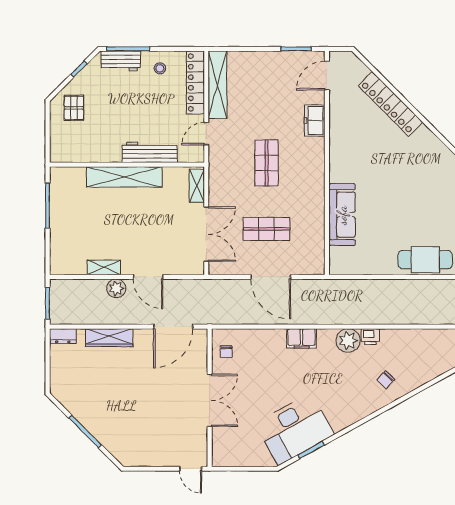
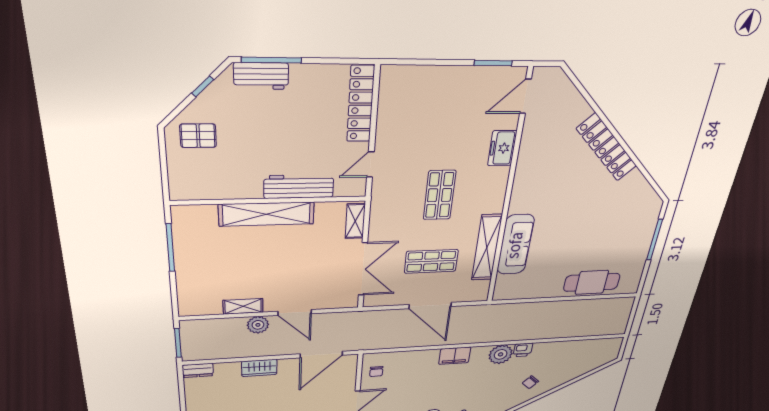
stool: (160, 68) -> (315, 86), removed
shelving: (217, 85) -> (487, 248), moved
locker: (390, 104) -> (607, 147), moved
pallet: (74, 108) -> (198, 136), turned 90
wardrobe: (109, 338) -> (259, 368), width x0.67

